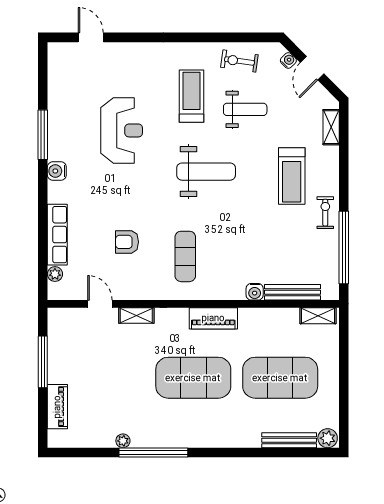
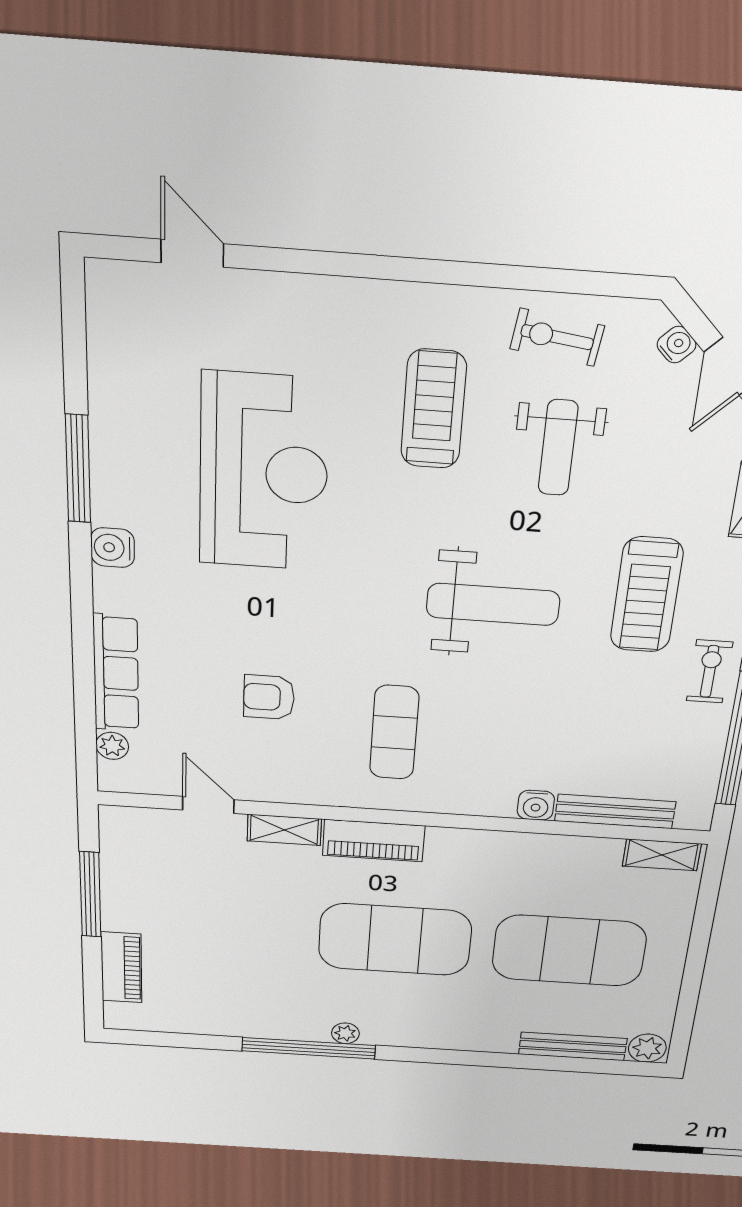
weight bench: (245, 109) -> (558, 448), turned 90
reception desk: (122, 130) -> (264, 473), width x1.36, depth x1.30
weight bench: (206, 172) -> (493, 604), moved
piano: (213, 318) -> (374, 841), moved
plant: (123, 441) -> (345, 1033), moved

